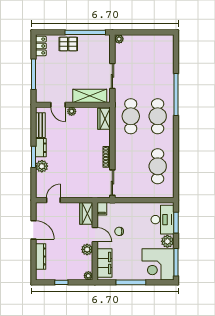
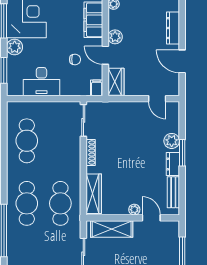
wardrobe: (104, 119) -> (94, 194), width x1.50
door: (53, 200) -> (157, 99), hinge flipped
desk: (162, 220) -> (41, 82), moved, turned -90

